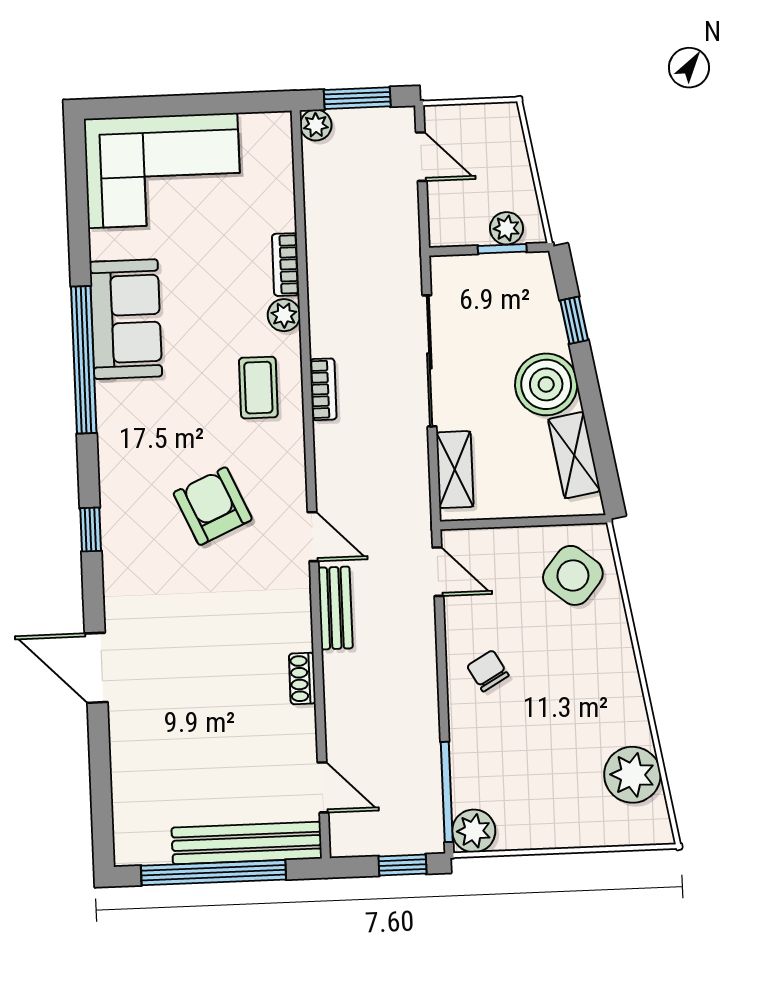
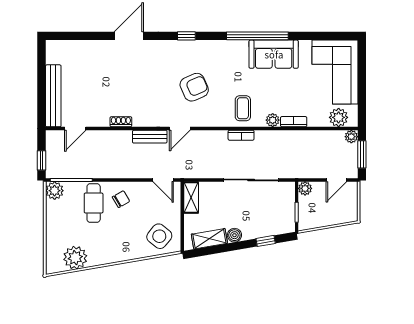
plant: (271, 158) -> (339, 117), added
plant: (506, 228) -> (305, 188), moved
boiler: (546, 384) -> (234, 235), width x0.54, depth x0.54
coffee table: (258, 388) -> (243, 108), turned 90
shelving: (455, 470) -> (191, 197), moved, turned 90
door: (438, 572) -> (163, 180), hinge flipped
cafe table: (500, 736) -> (94, 203), added
window: (213, 873) -> (41, 81), removed

